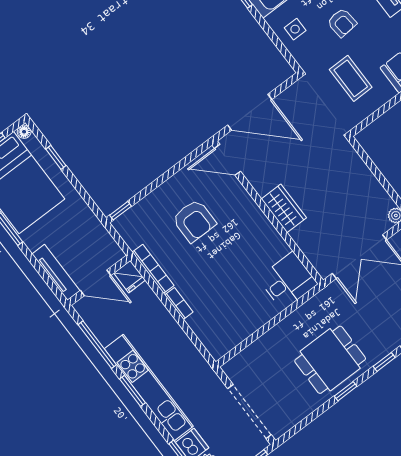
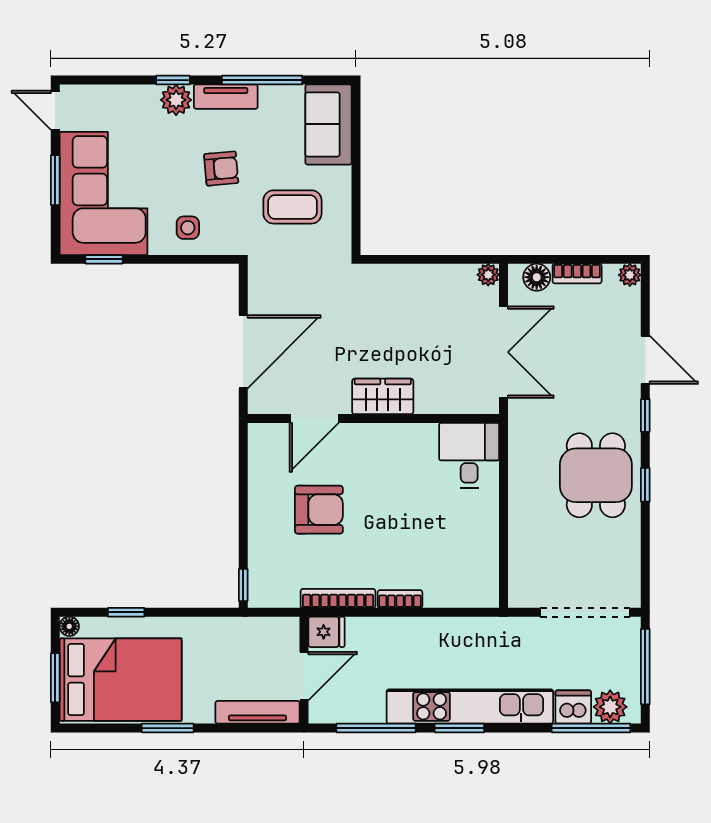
door: (227, 160) -> (314, 418), moved

